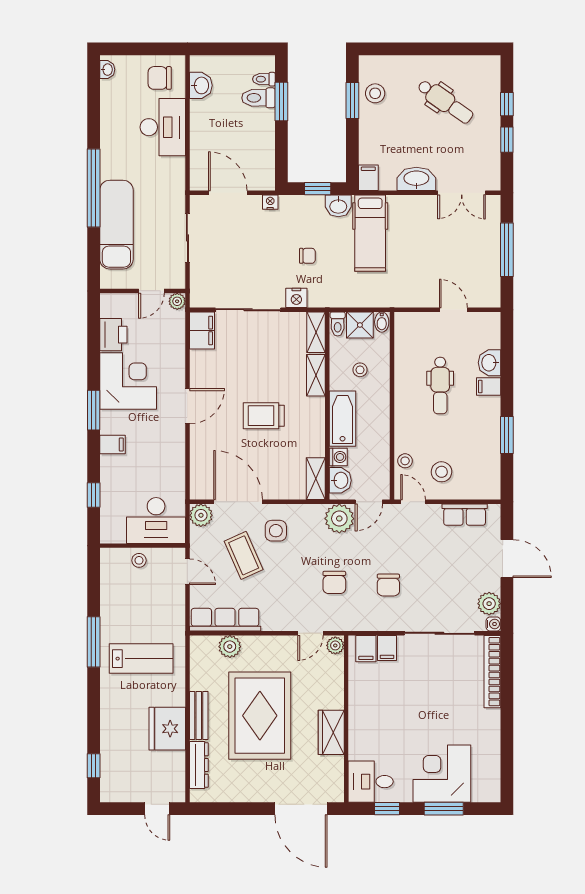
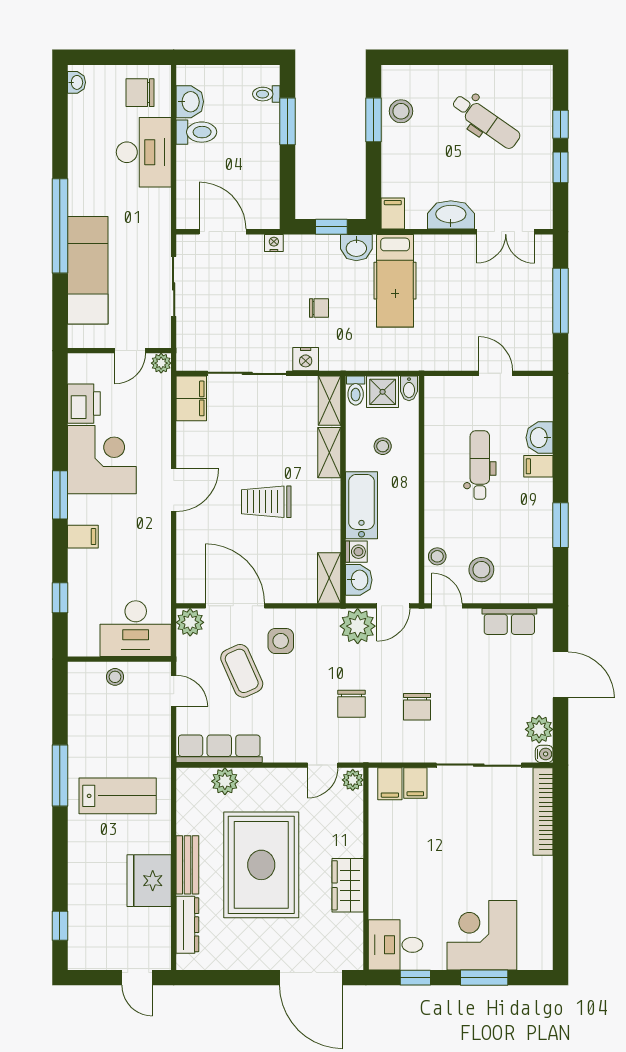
toilet: (259, 98) -> (196, 132), moved, turned 180
dental chair: (440, 385) -> (480, 465), turned 180

